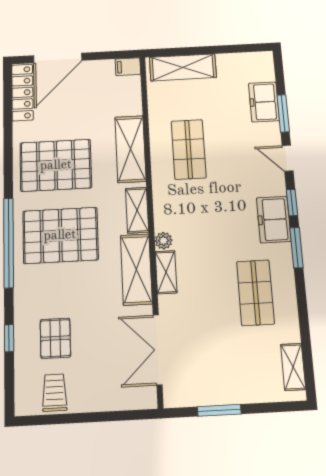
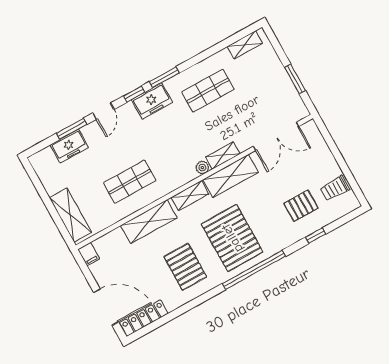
pallet: (56, 165) -> (185, 267), width x0.73, depth x0.71

